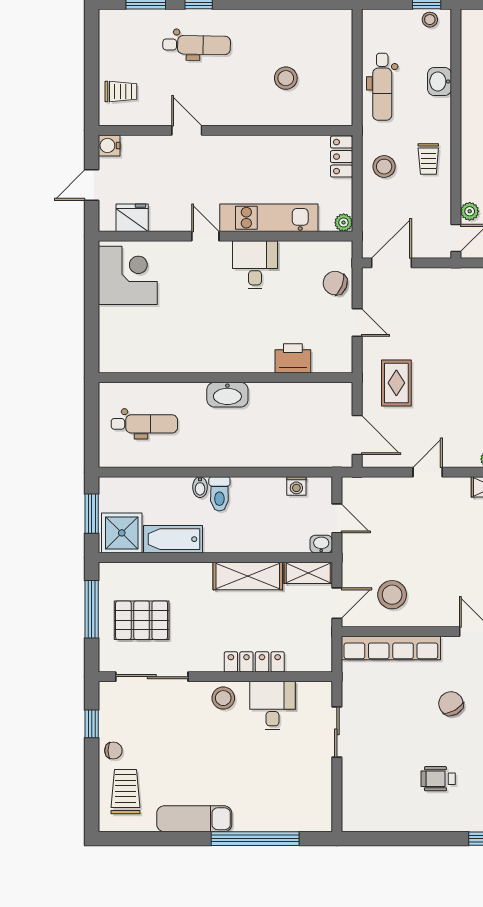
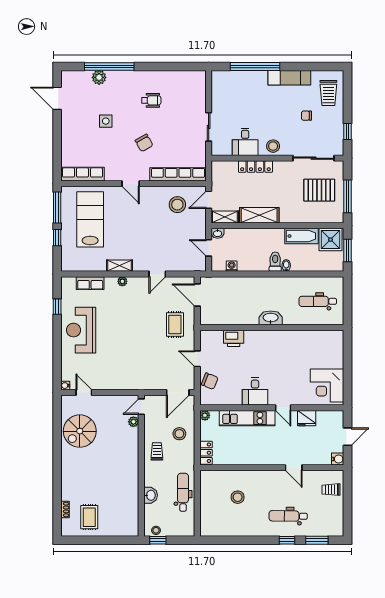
stool: (384, 167) -> (179, 434), moved
fridge: (132, 218) -> (307, 418), moved
chair: (113, 751) -> (306, 116), moved

